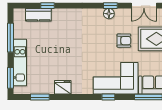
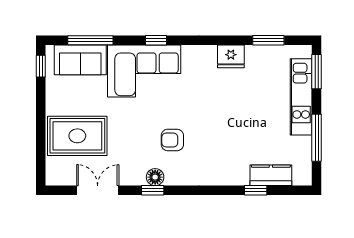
armchair: (124, 41) -> (172, 140), moved

